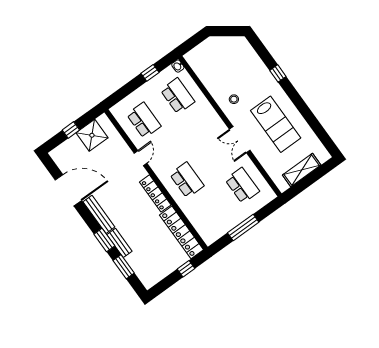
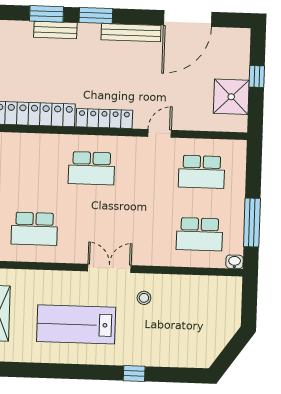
window: (150, 73) -> (252, 222), width x2.17
double door: (240, 140) -> (109, 268), moved
door: (141, 158) -> (160, 133), swing flipped
bench: (119, 243) -> (55, 30), moved

